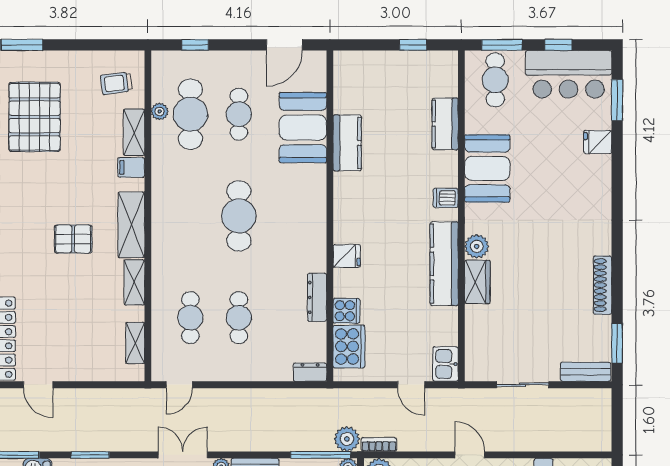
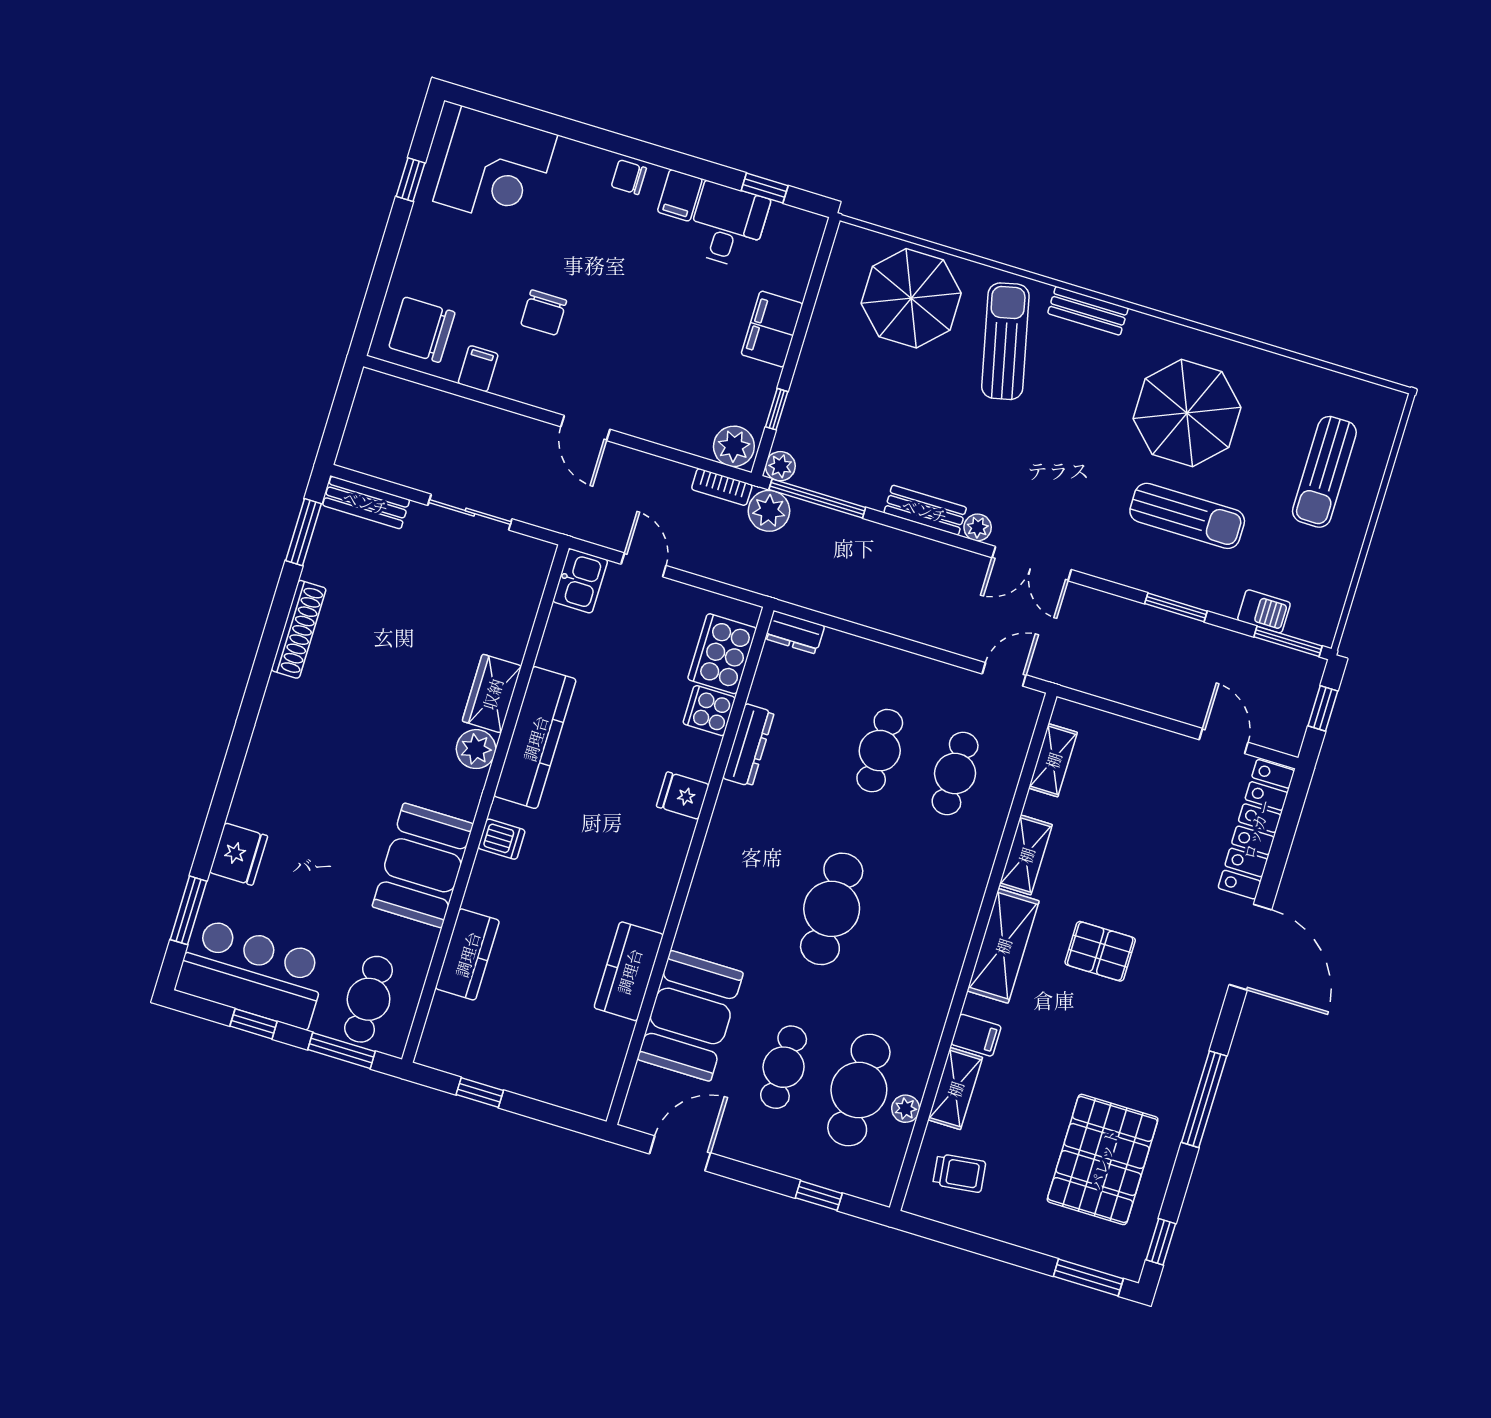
fridge: (598, 142) -> (239, 854), width x1.38

